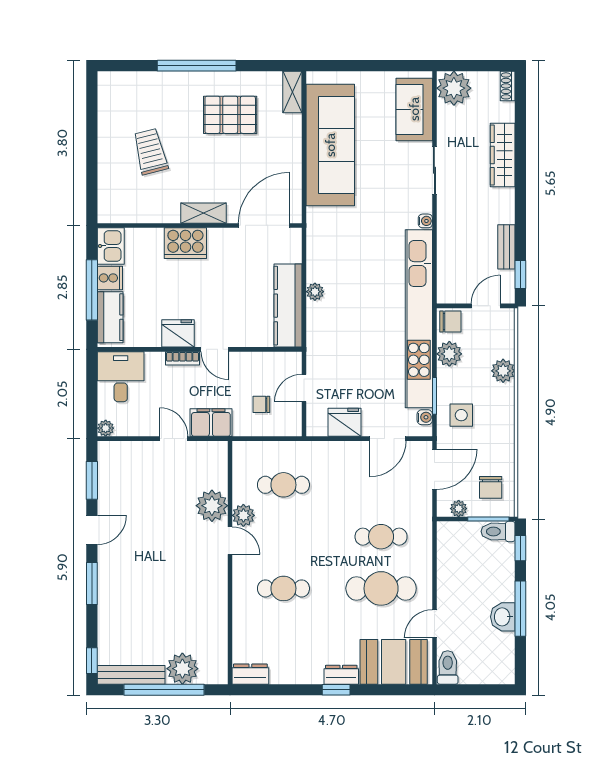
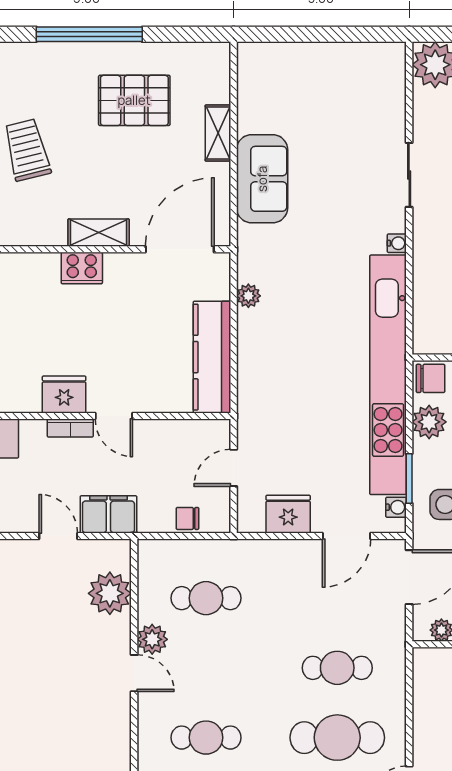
shelving: (292, 92) -> (218, 133), moved
sofa: (414, 109) -> (382, 93), removed
sofa: (330, 145) -> (262, 179), width x0.54, depth x0.79
cooker: (185, 243) -> (82, 268), width x0.73, depth x0.76
plant: (315, 292) -> (248, 296), moved
chair: (261, 404) -> (187, 518), moved
plant: (212, 506) -> (110, 593), moved

